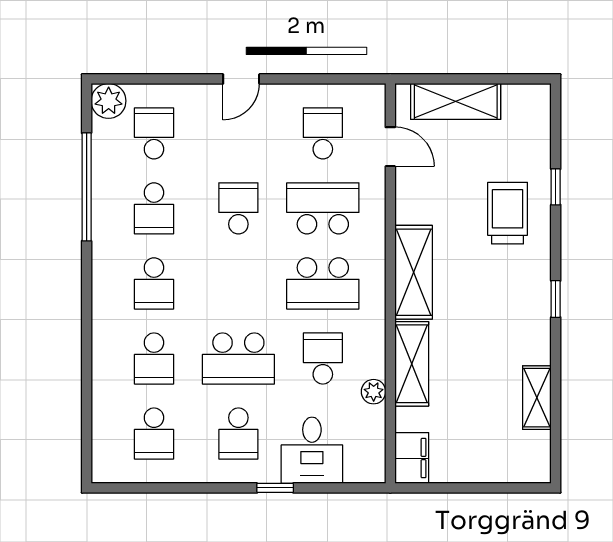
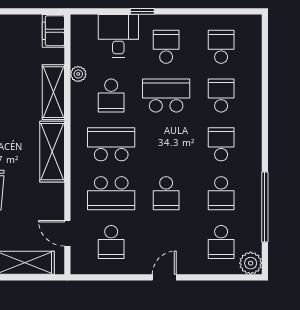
school desk: (154, 208) -> (221, 193), turned 180

